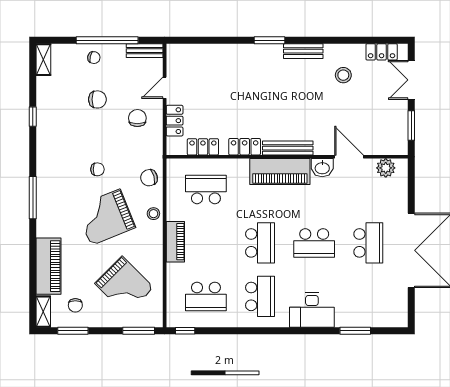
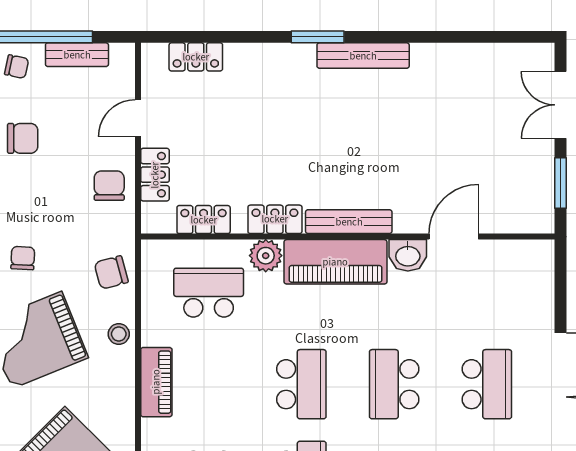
bench: (145, 51) -> (77, 55), moved
bench: (303, 51) -> (363, 56), width x1.36
locker: (382, 52) -> (196, 57), moved
stool: (343, 75) -> (444, 97), removed
chair: (137, 118) -> (109, 186), moved
door: (349, 157) -> (454, 237), hinge flipped
plant: (386, 168) -> (266, 256), moved
chair: (97, 169) -> (23, 258), turned -87
school desk: (314, 243) -> (394, 384), turned 90

